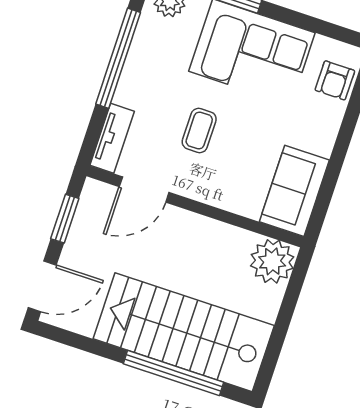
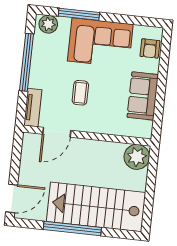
sofa: (294, 191) -> (143, 96), moved
window: (65, 219) -> (16, 158), removed
window: (173, 373) -> (72, 228), moved

